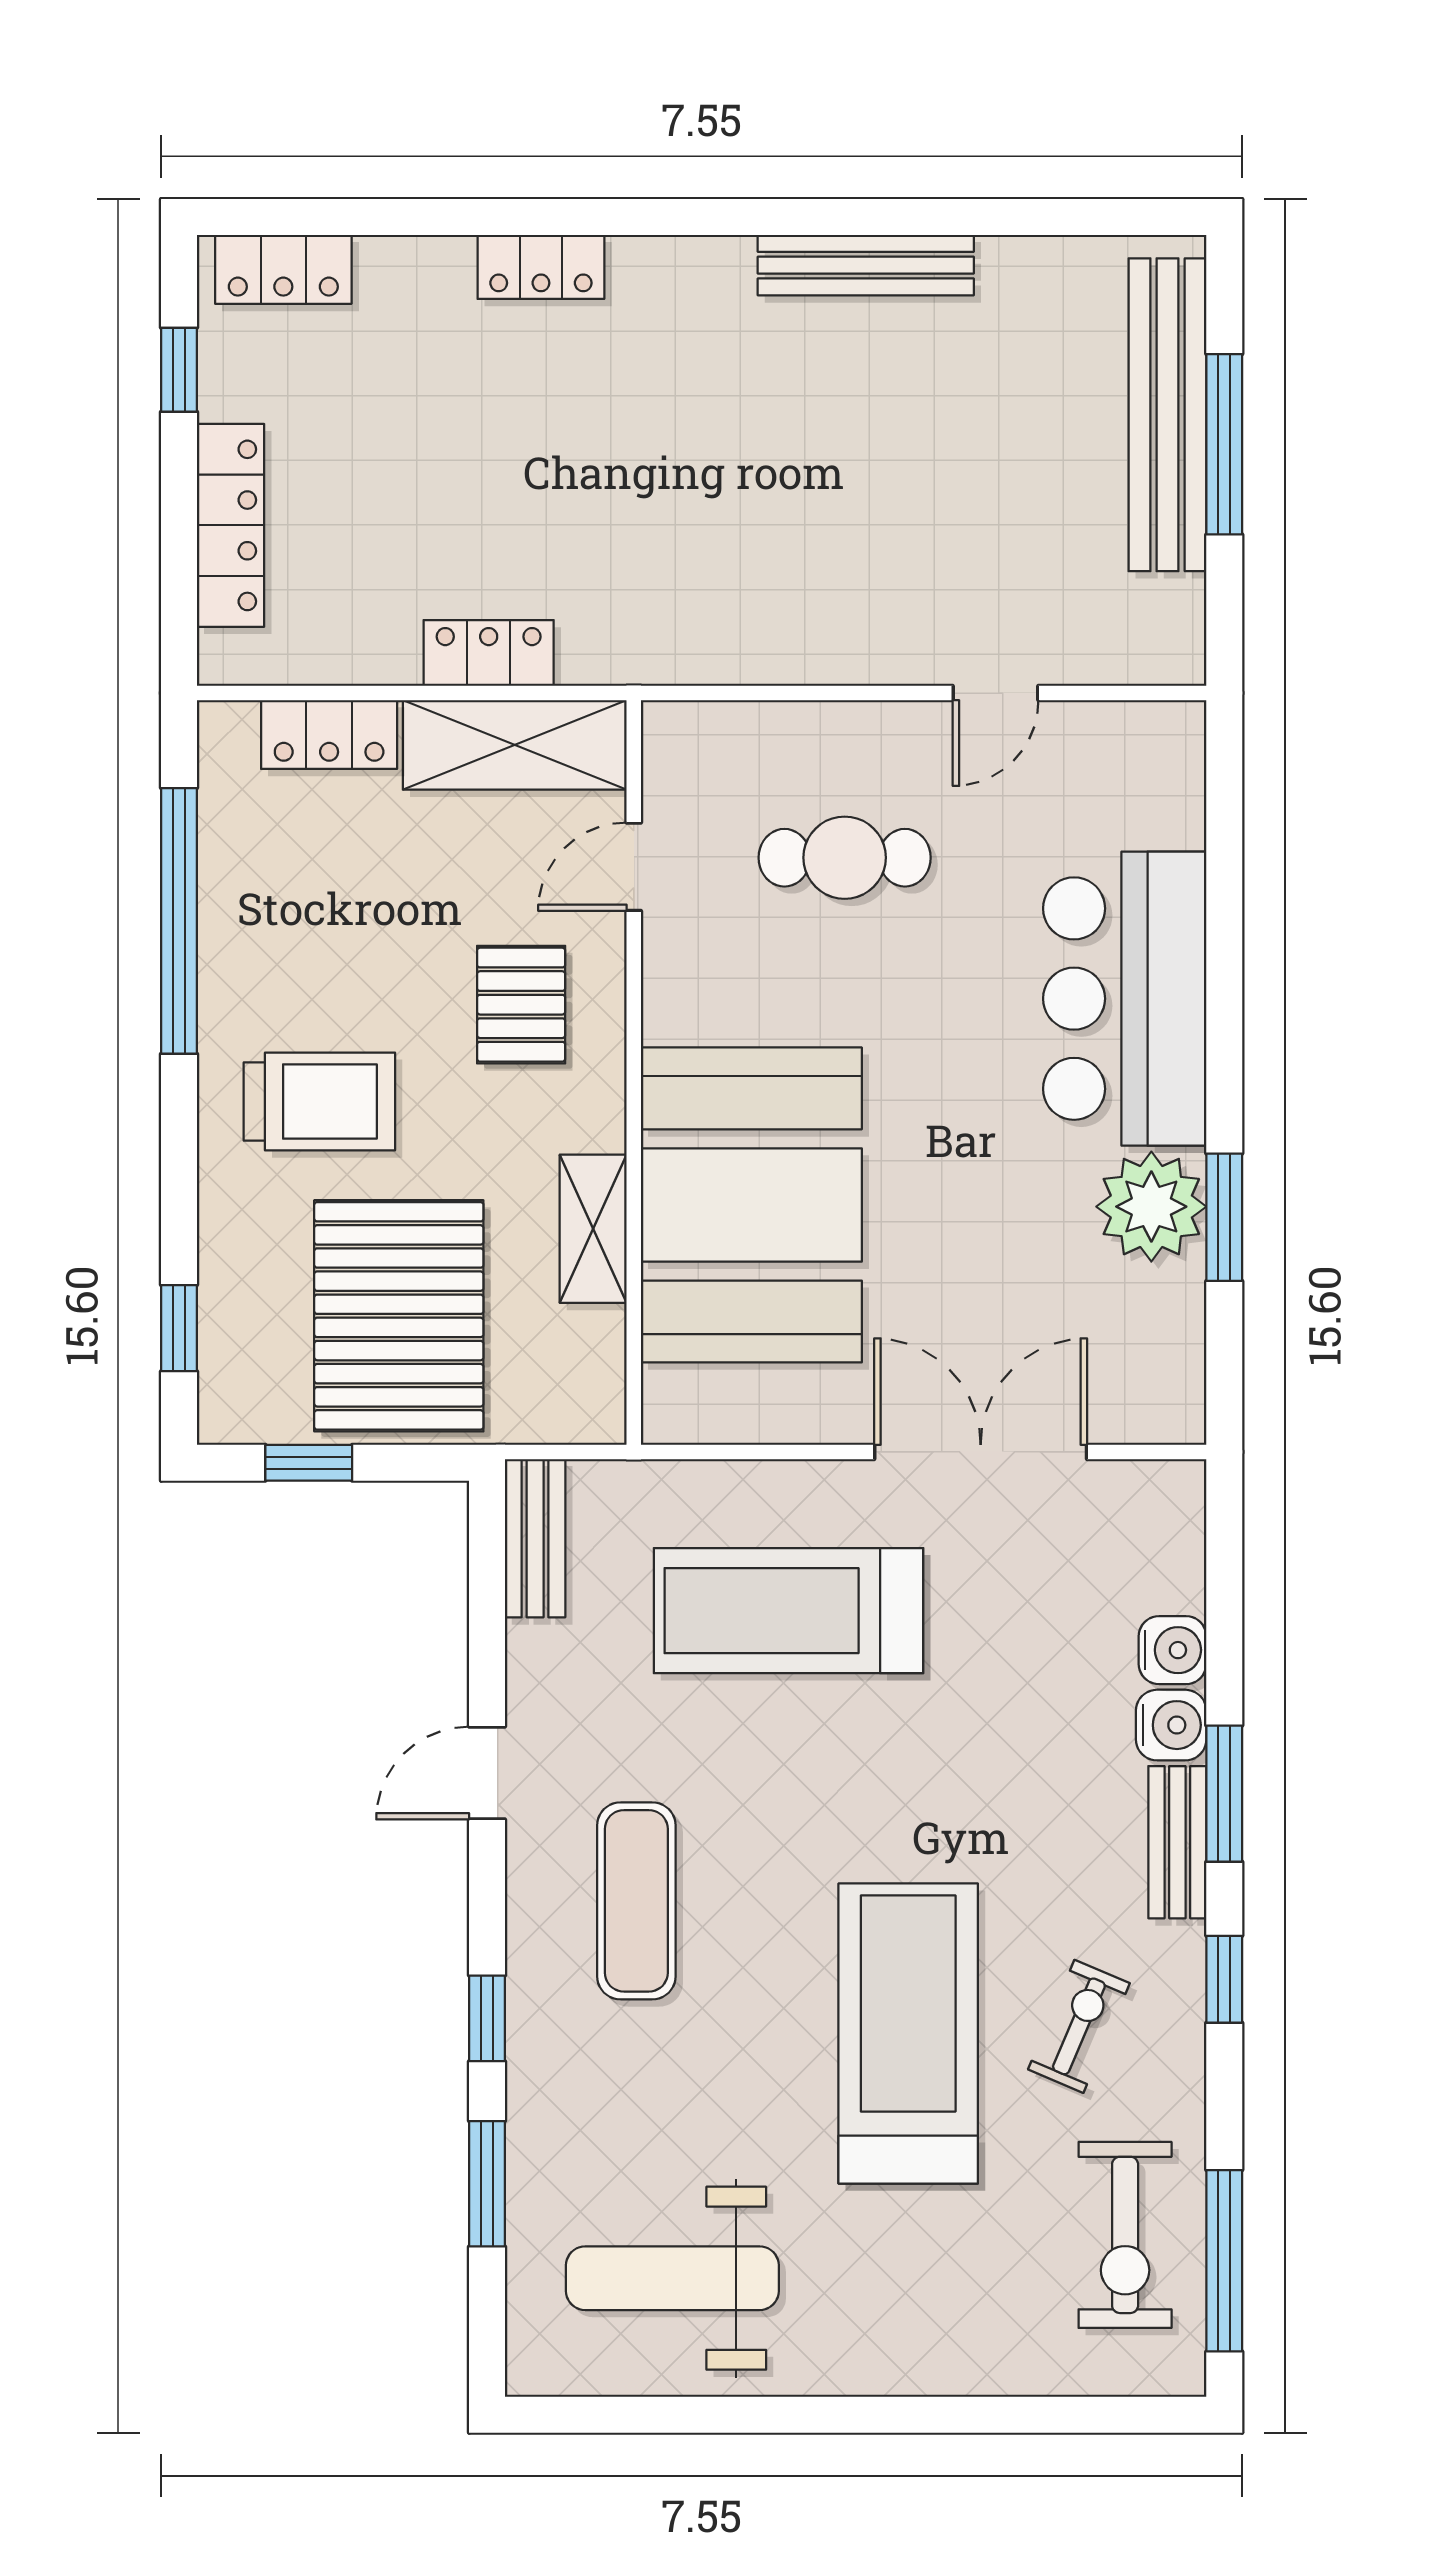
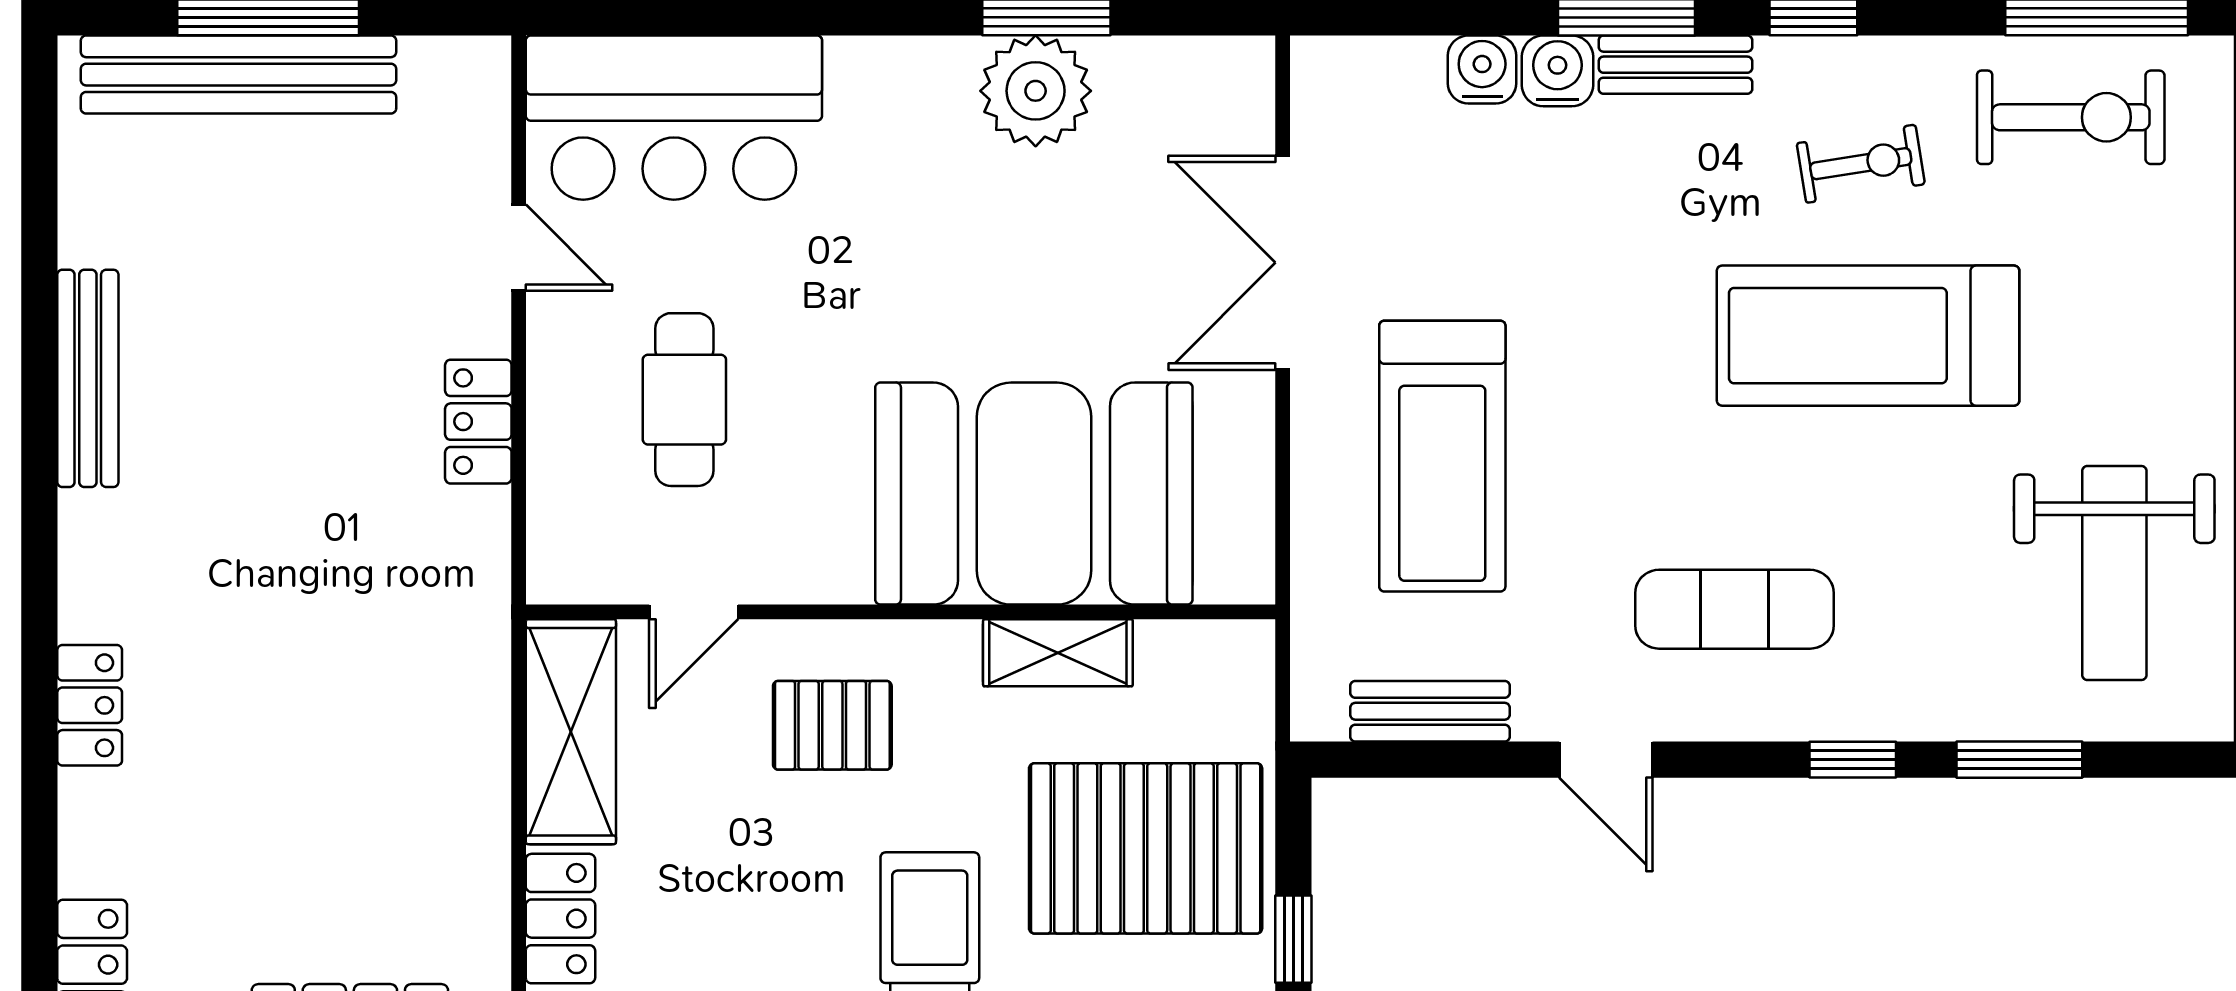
locker: (489, 653) -> (478, 422), moved
door: (634, 867) -> (694, 612), hinge flipped
bar counter: (1125, 999) -> (674, 118), moved
bench: (535, 1538) -> (1430, 711), moved
exercise bike: (1079, 2026) -> (1861, 164), turned 148

